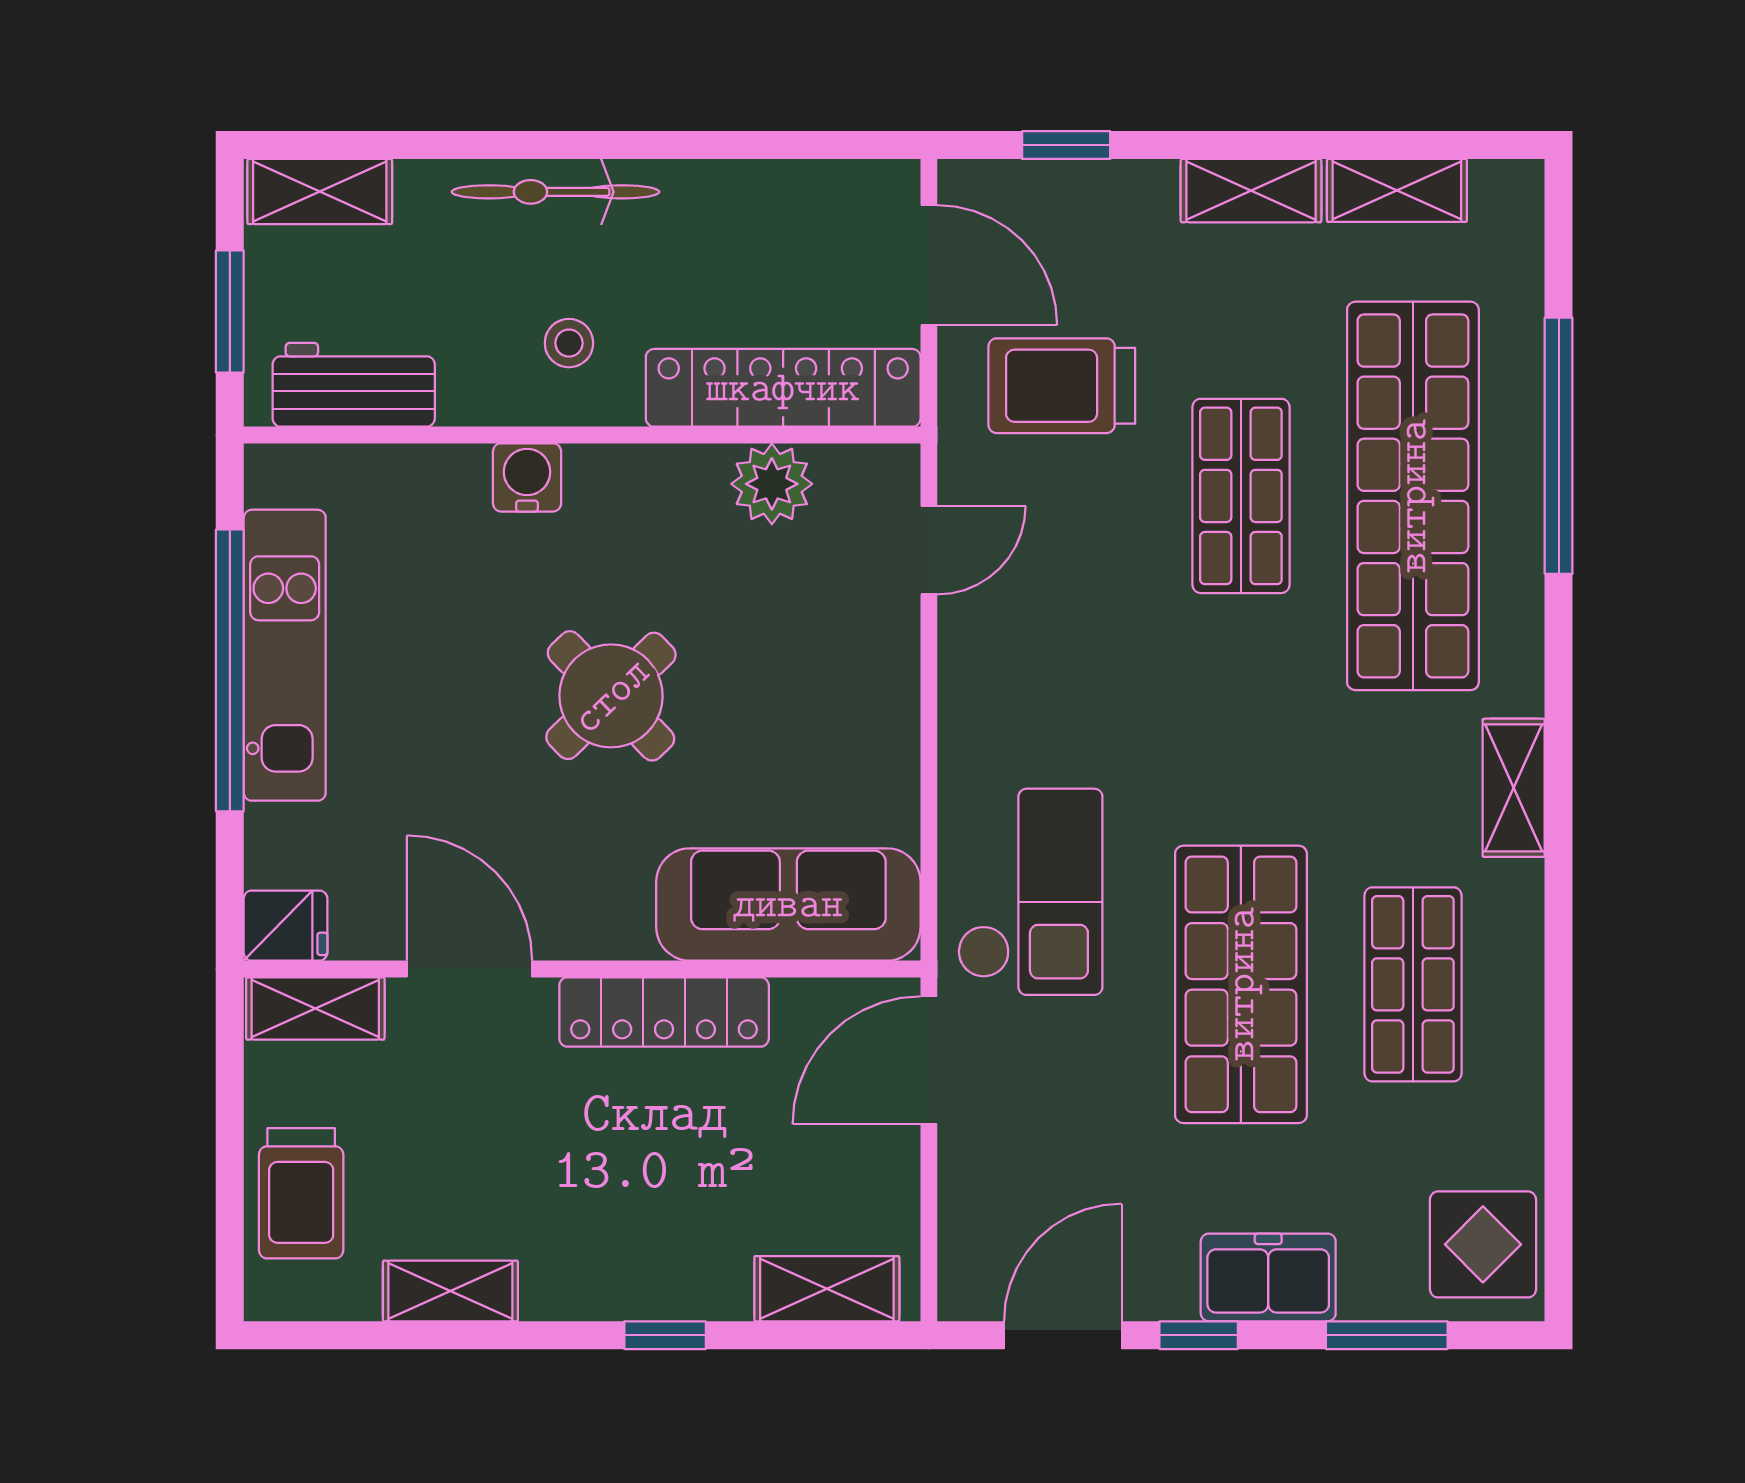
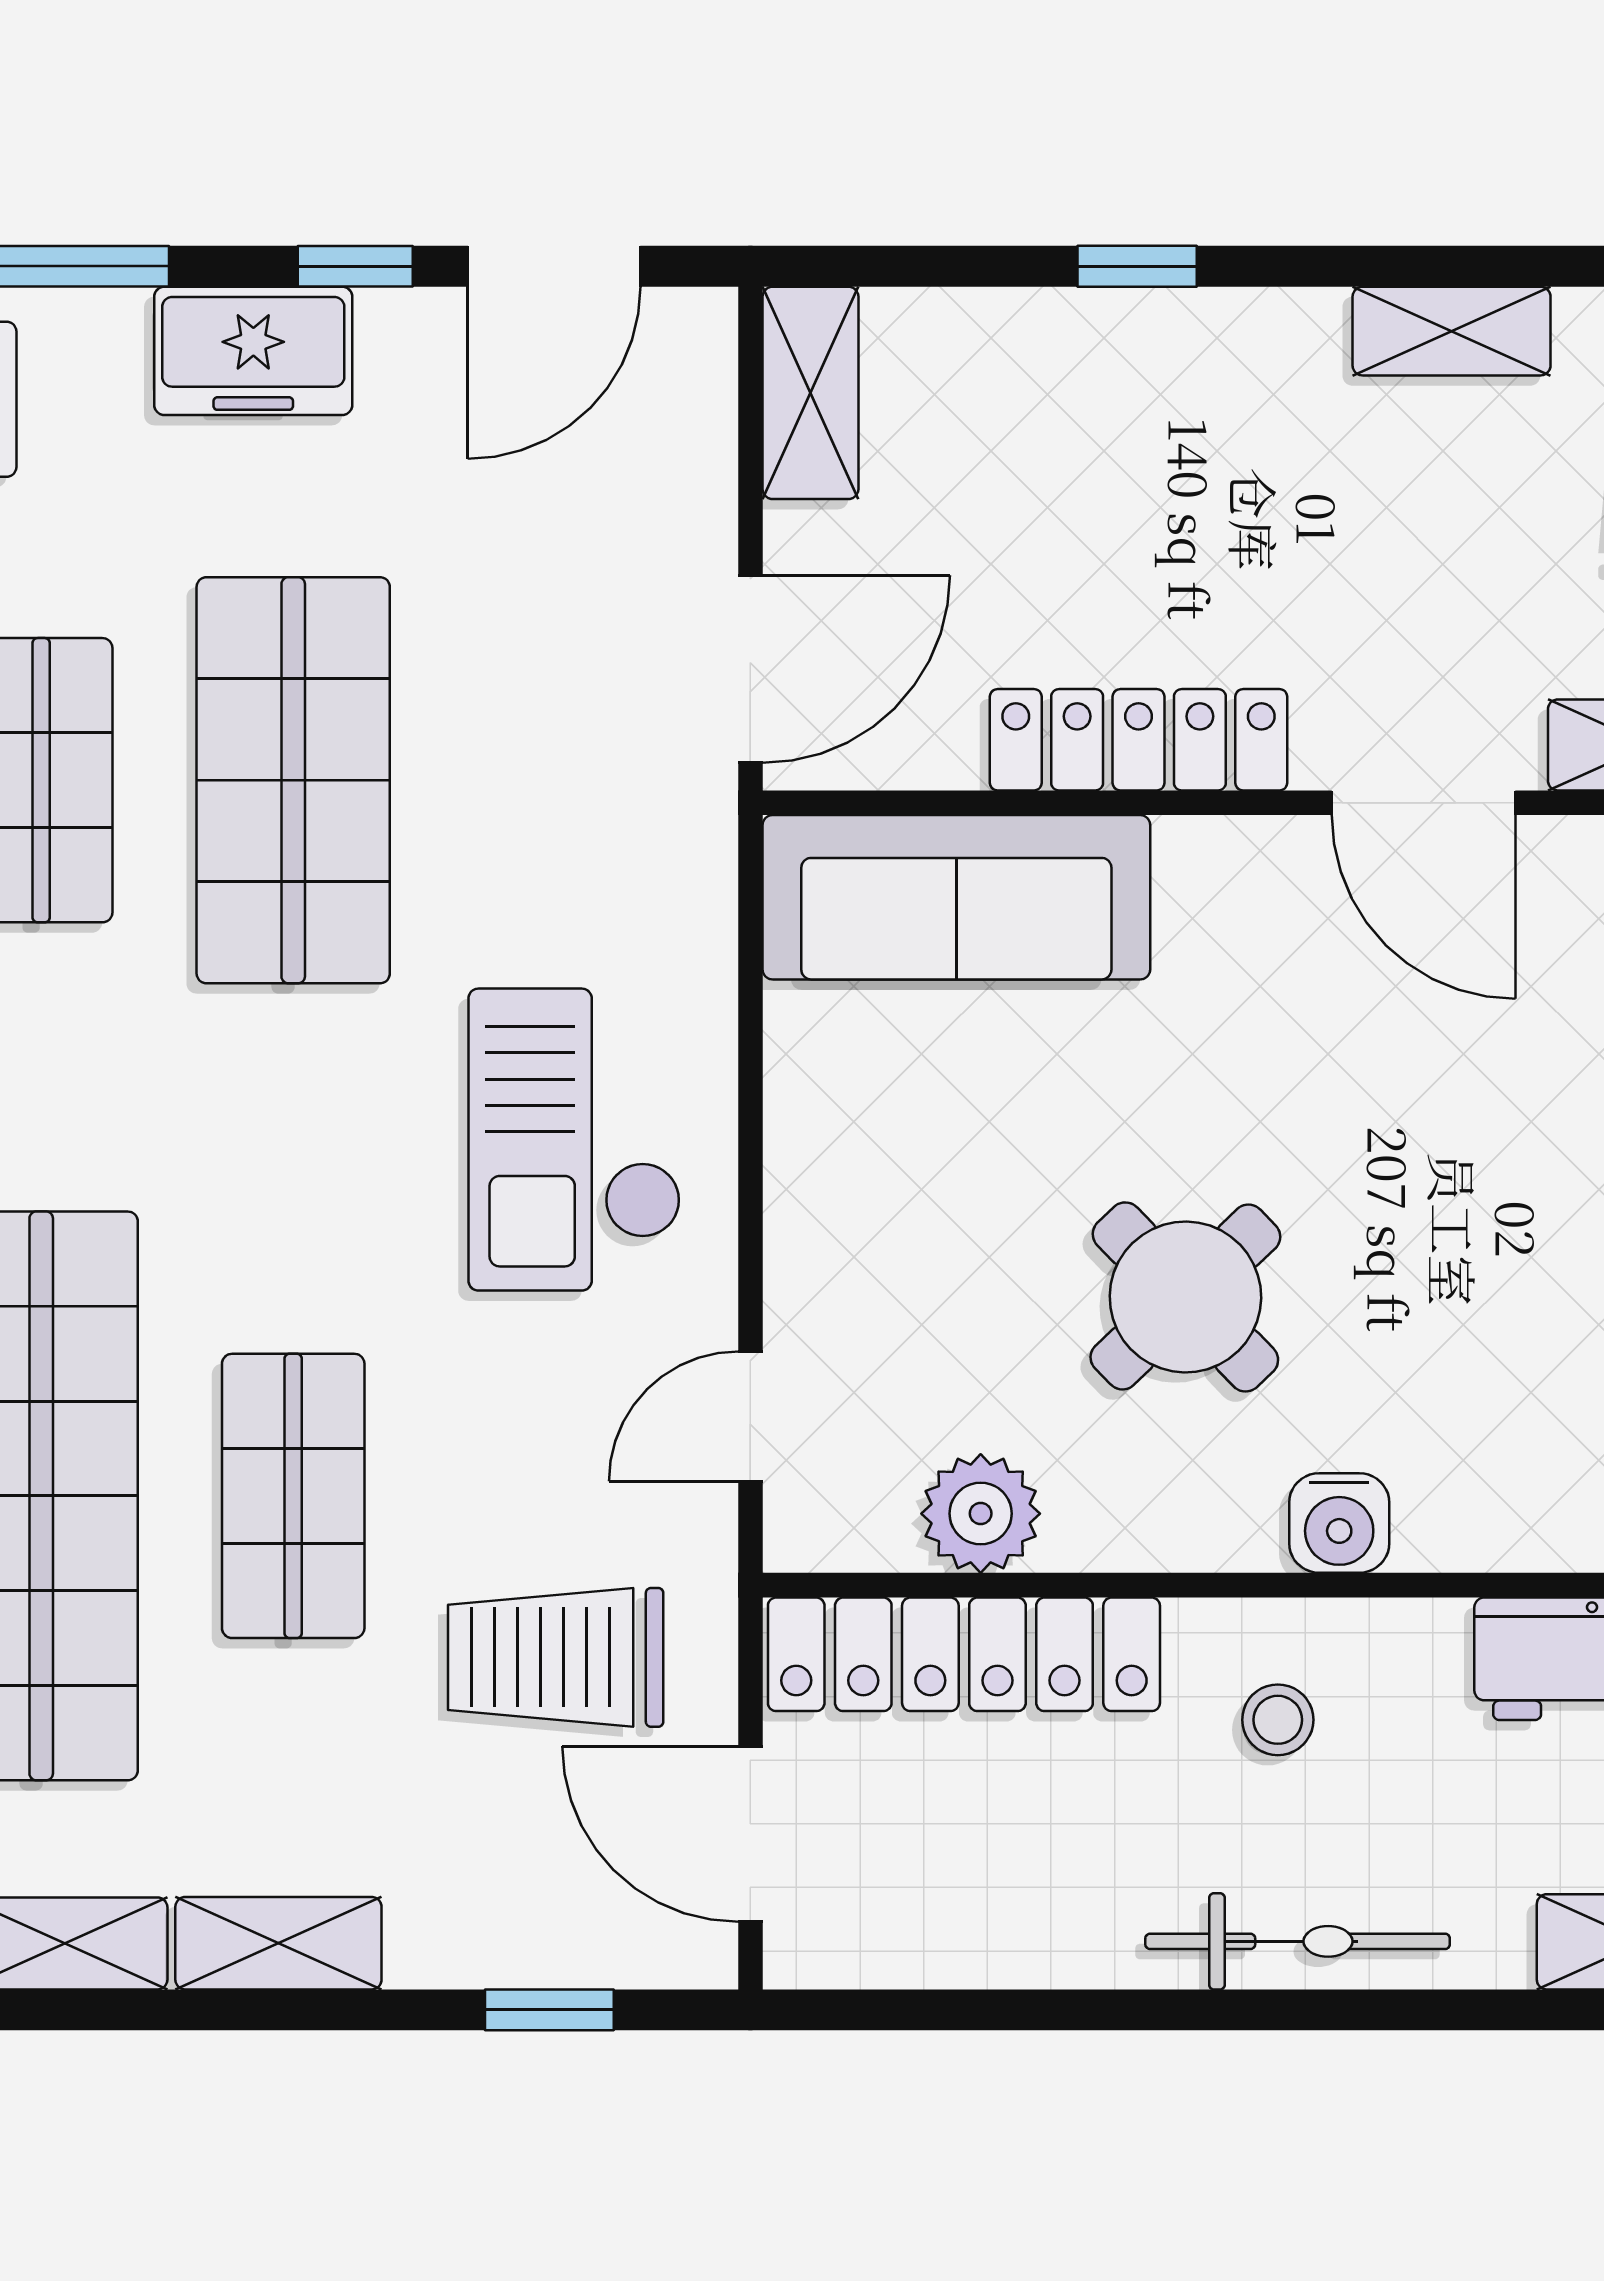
trolley: (1062, 386) -> (556, 1657), turned 180
round table: (611, 696) -> (1185, 1297), moved
checkout: (1030, 892) -> (575, 1140), moved
shelving: (827, 1289) -> (810, 393), moved, turned 90

